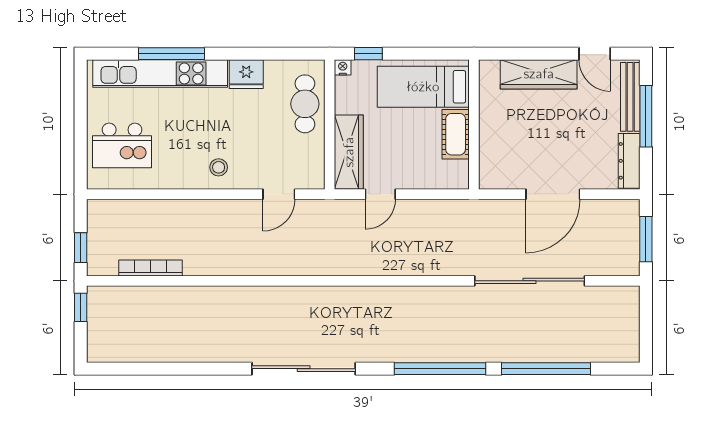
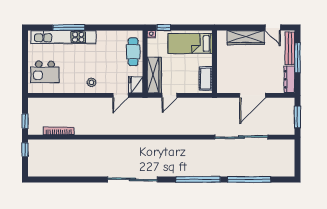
fridge: (246, 74) -> (136, 85), moved, turned 90
cot: (456, 134) -> (206, 78), moved

